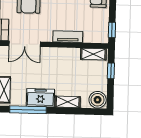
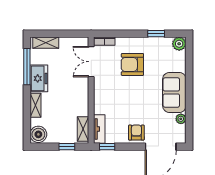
tv unit: (68, 37) -> (99, 129), moved

